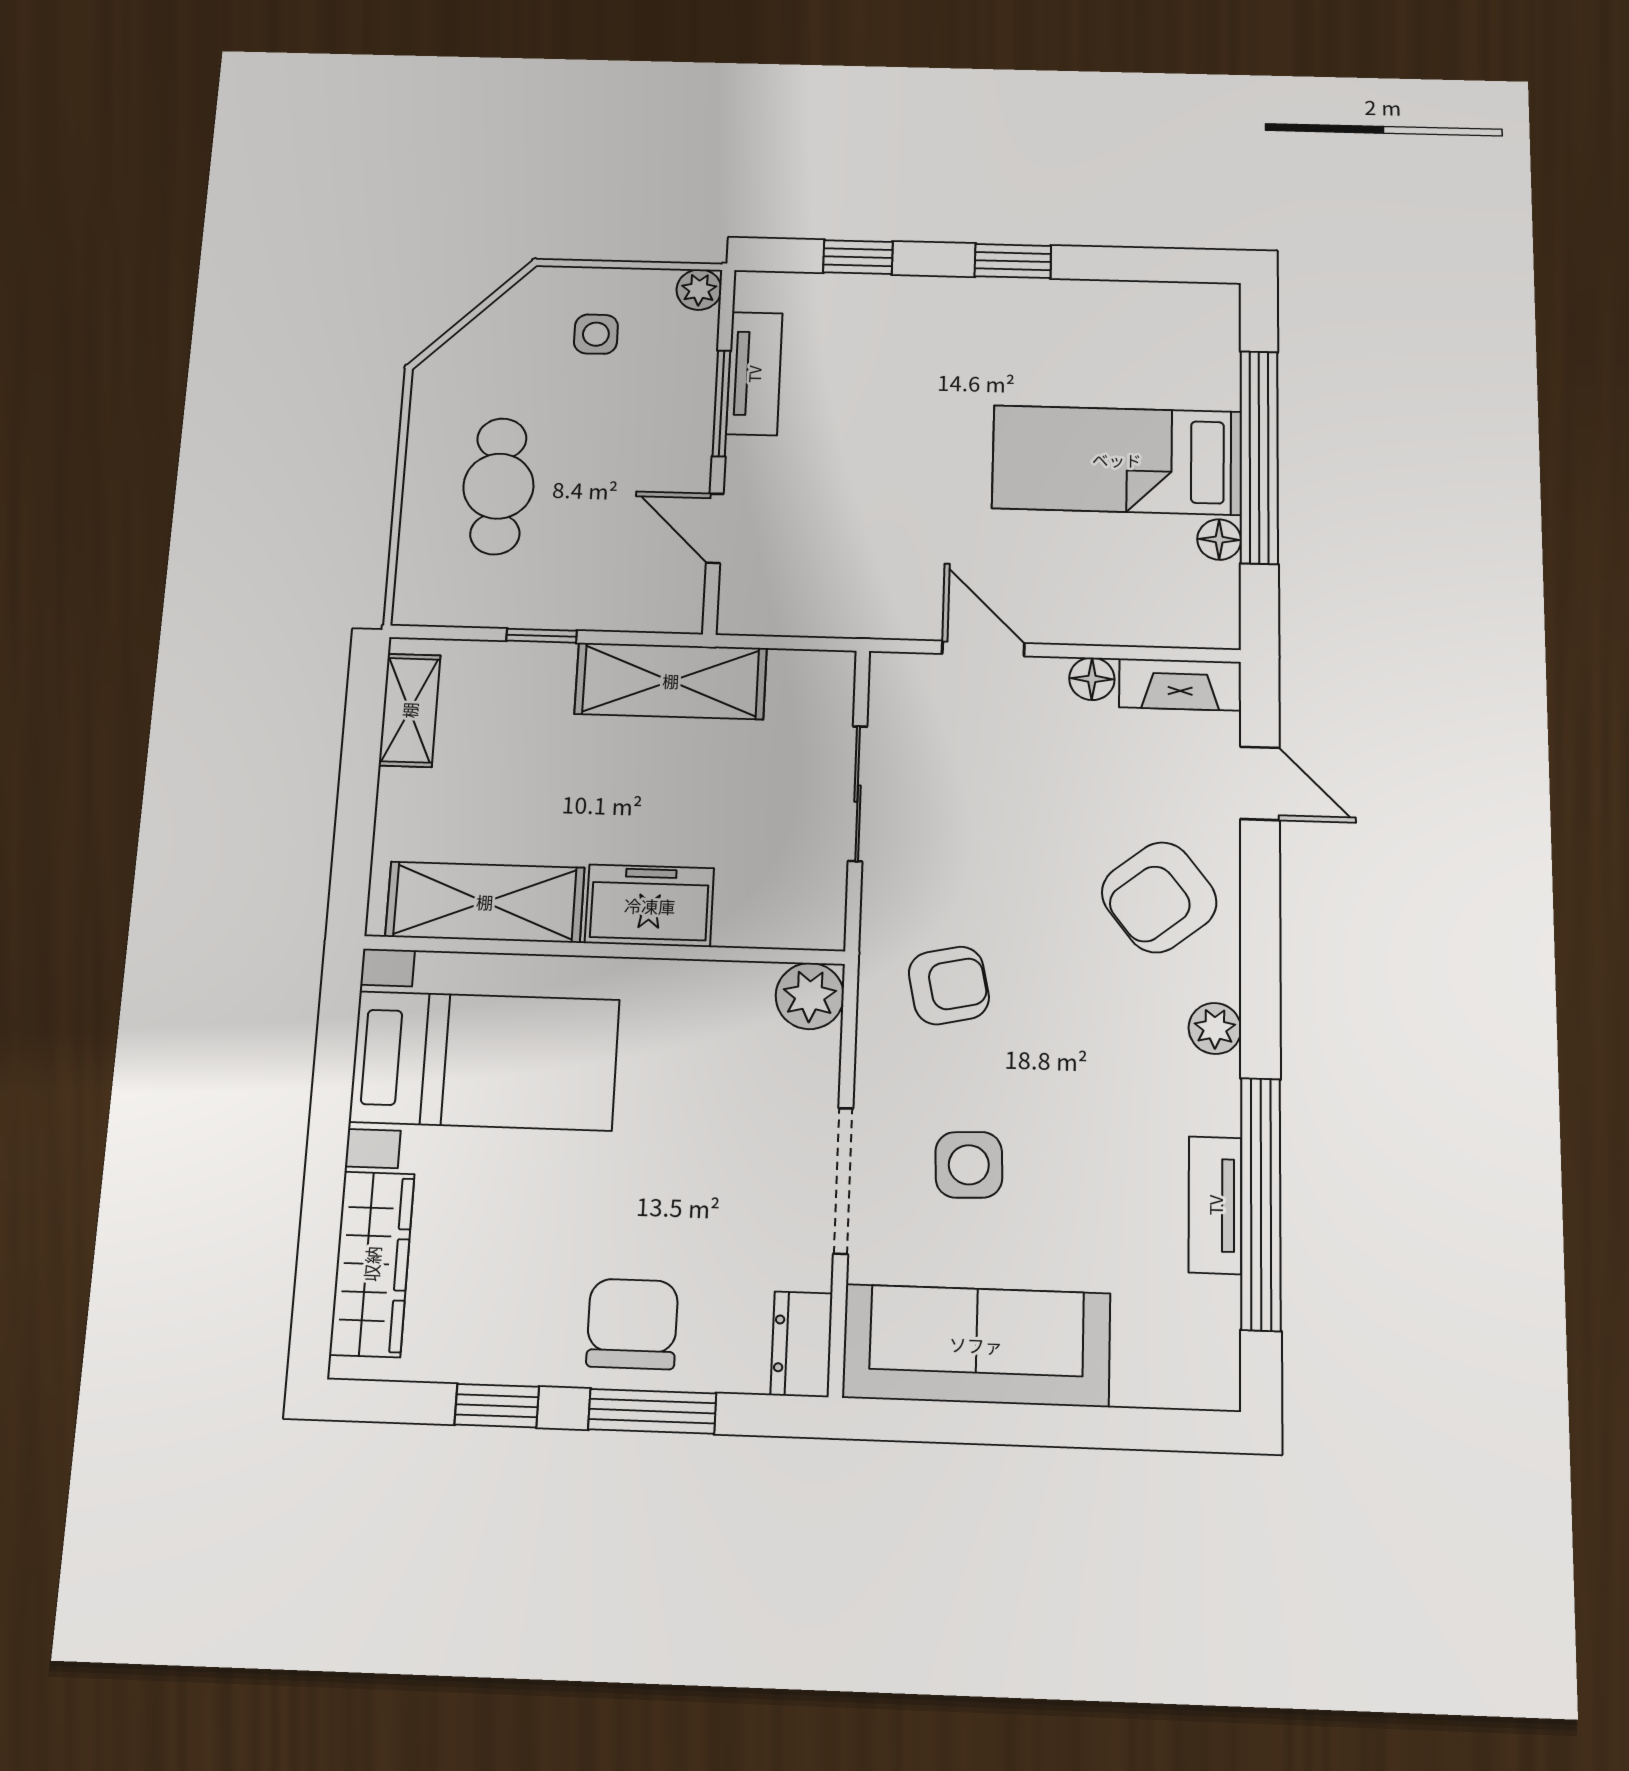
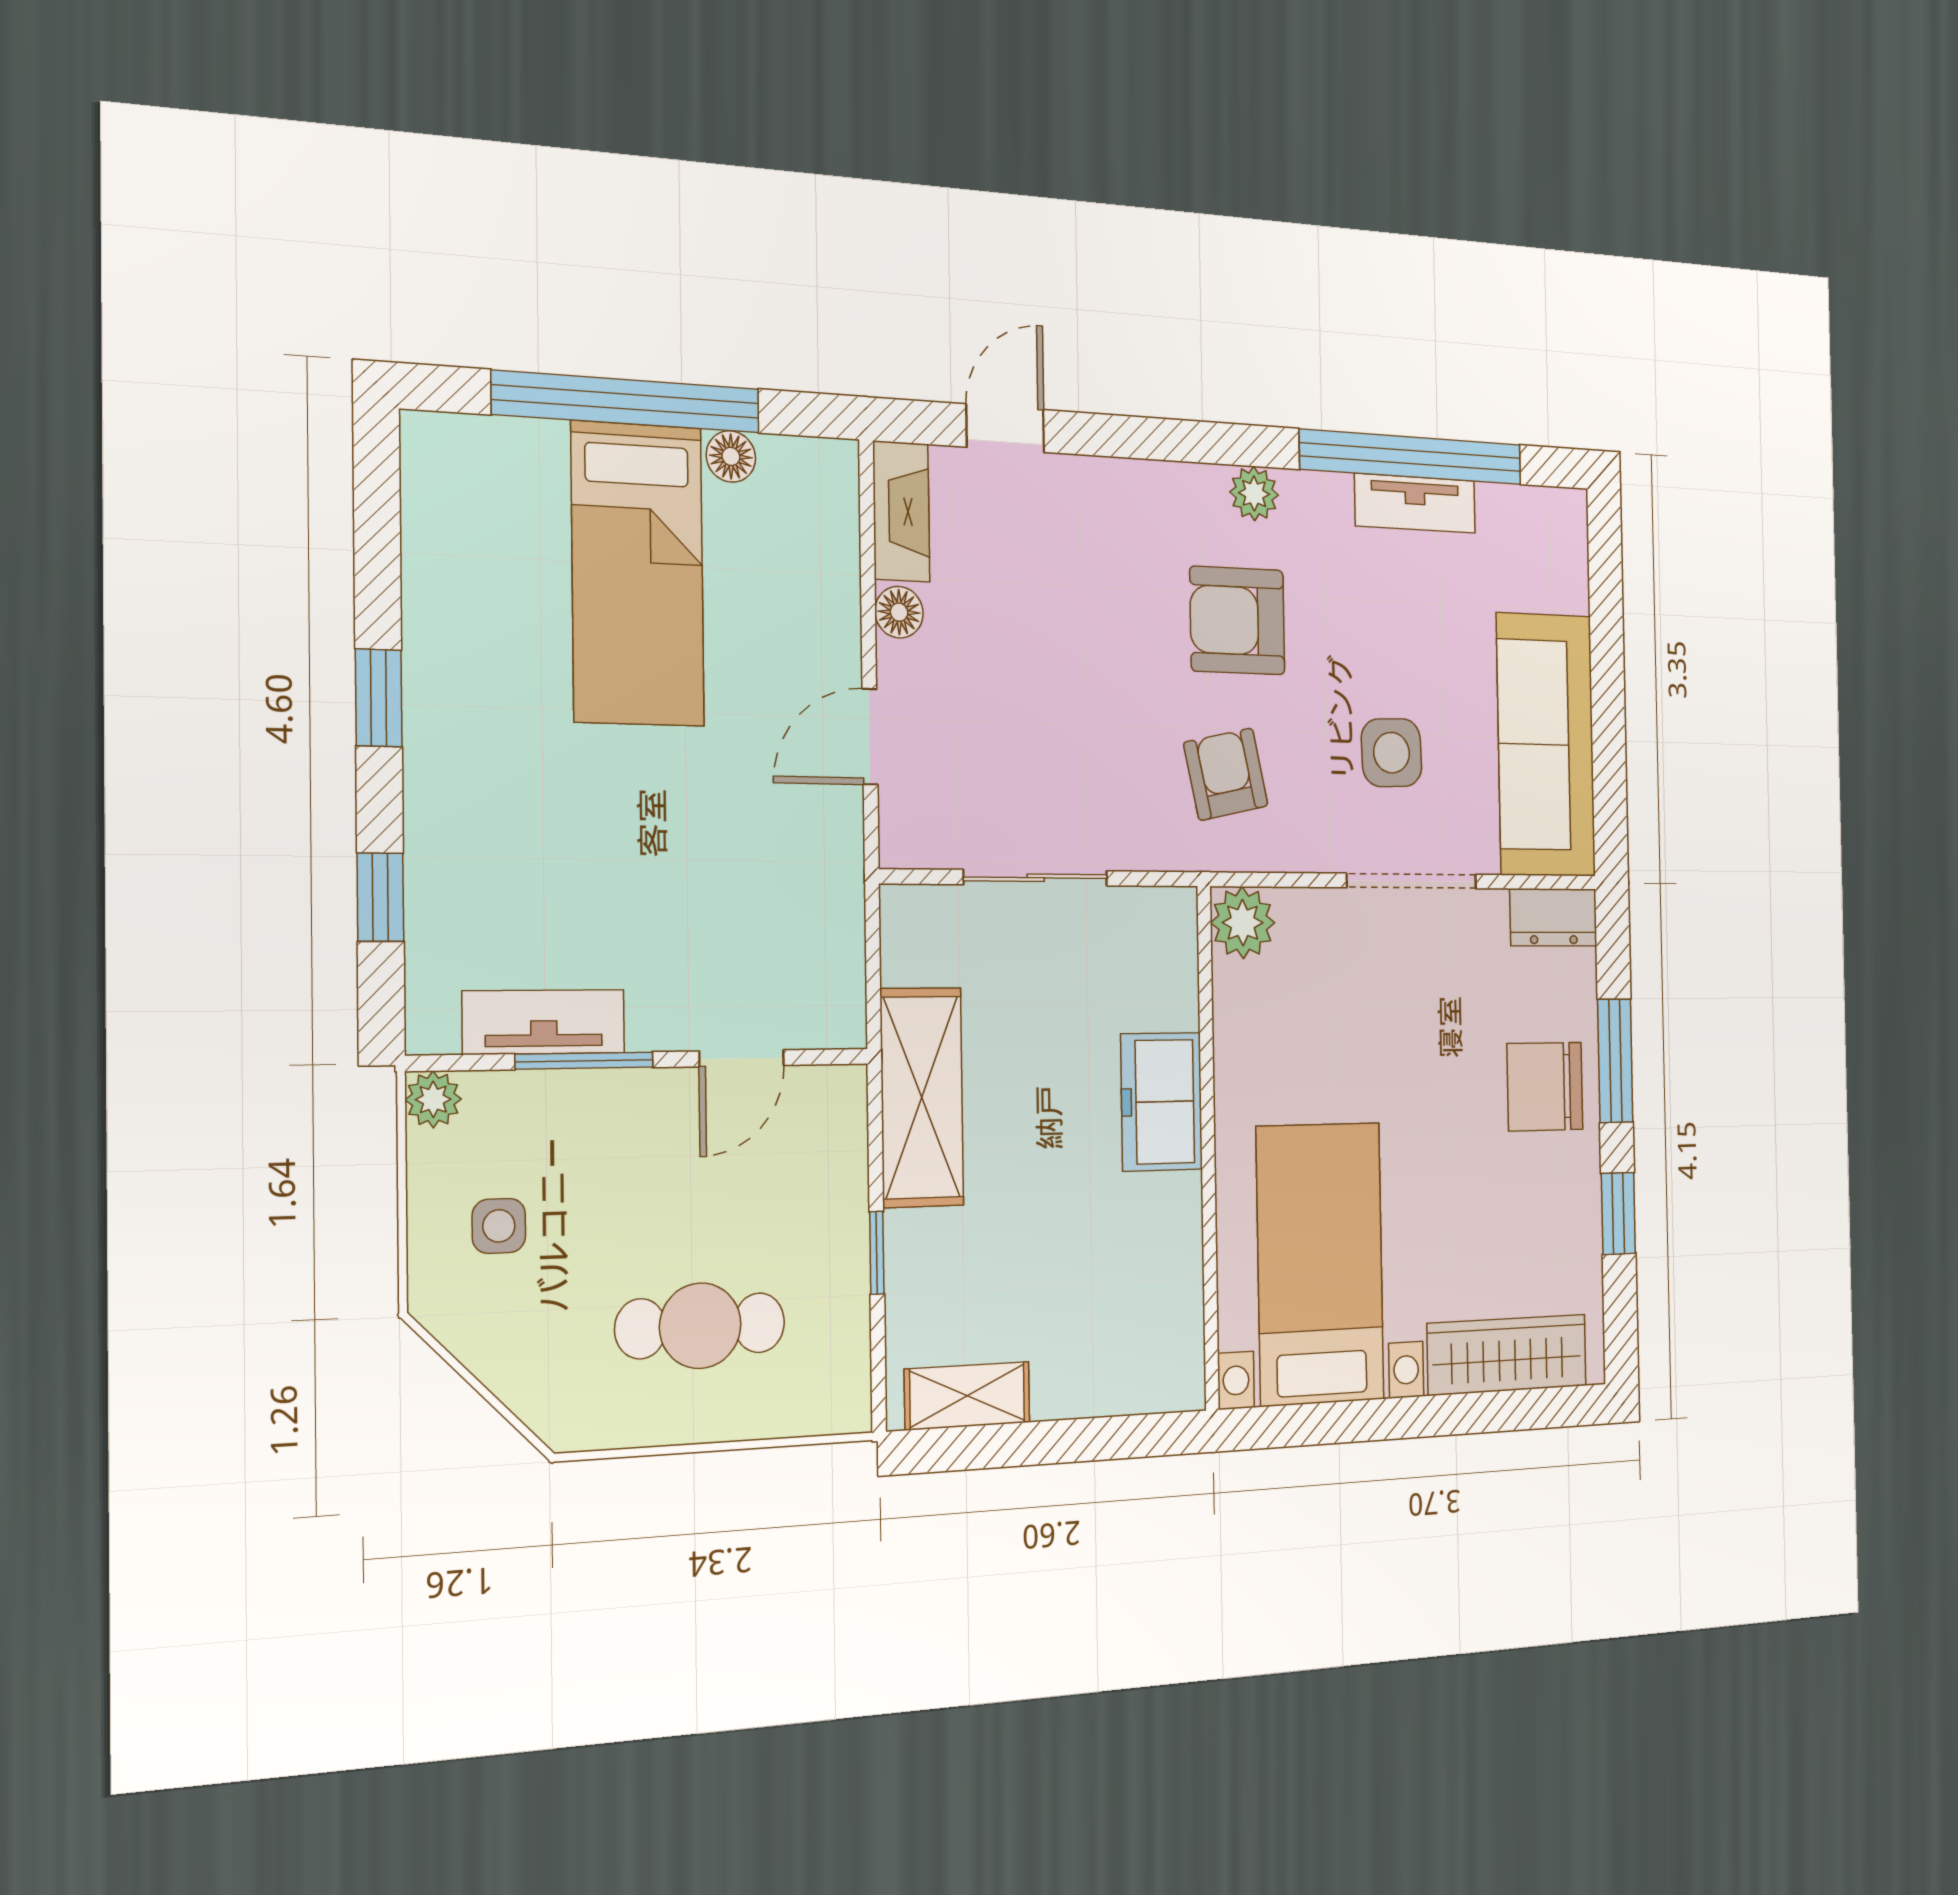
armchair: (1159, 897) -> (1237, 621), moved, turned 128
shelving: (485, 902) -> (1166, 1283), removed

